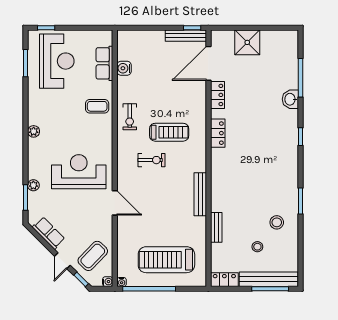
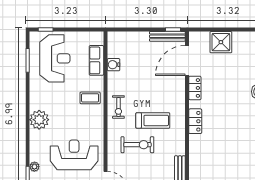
plant: (34, 131) -> (39, 120), width x1.87, depth x1.87
exercise bike: (152, 160) -> (137, 145), width x1.38, depth x1.39

